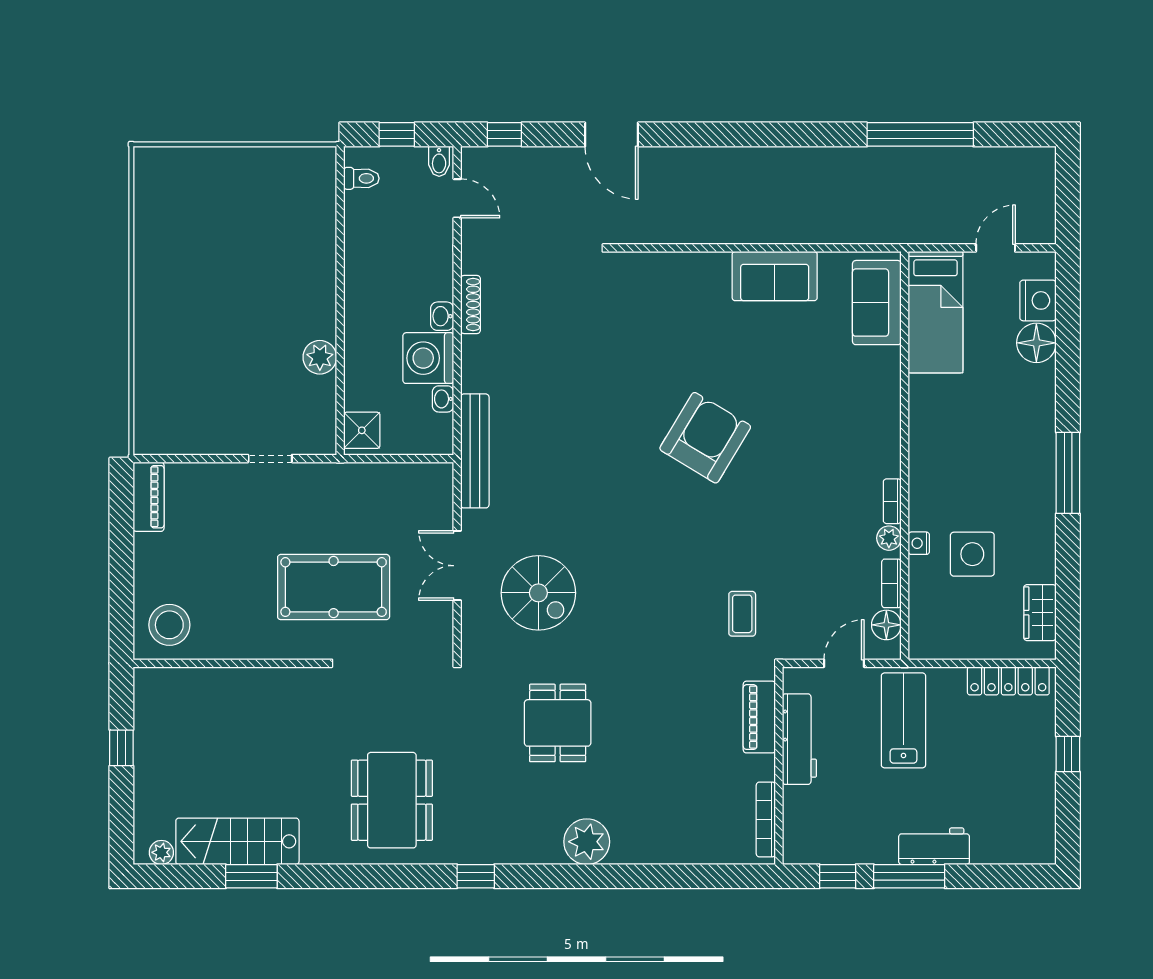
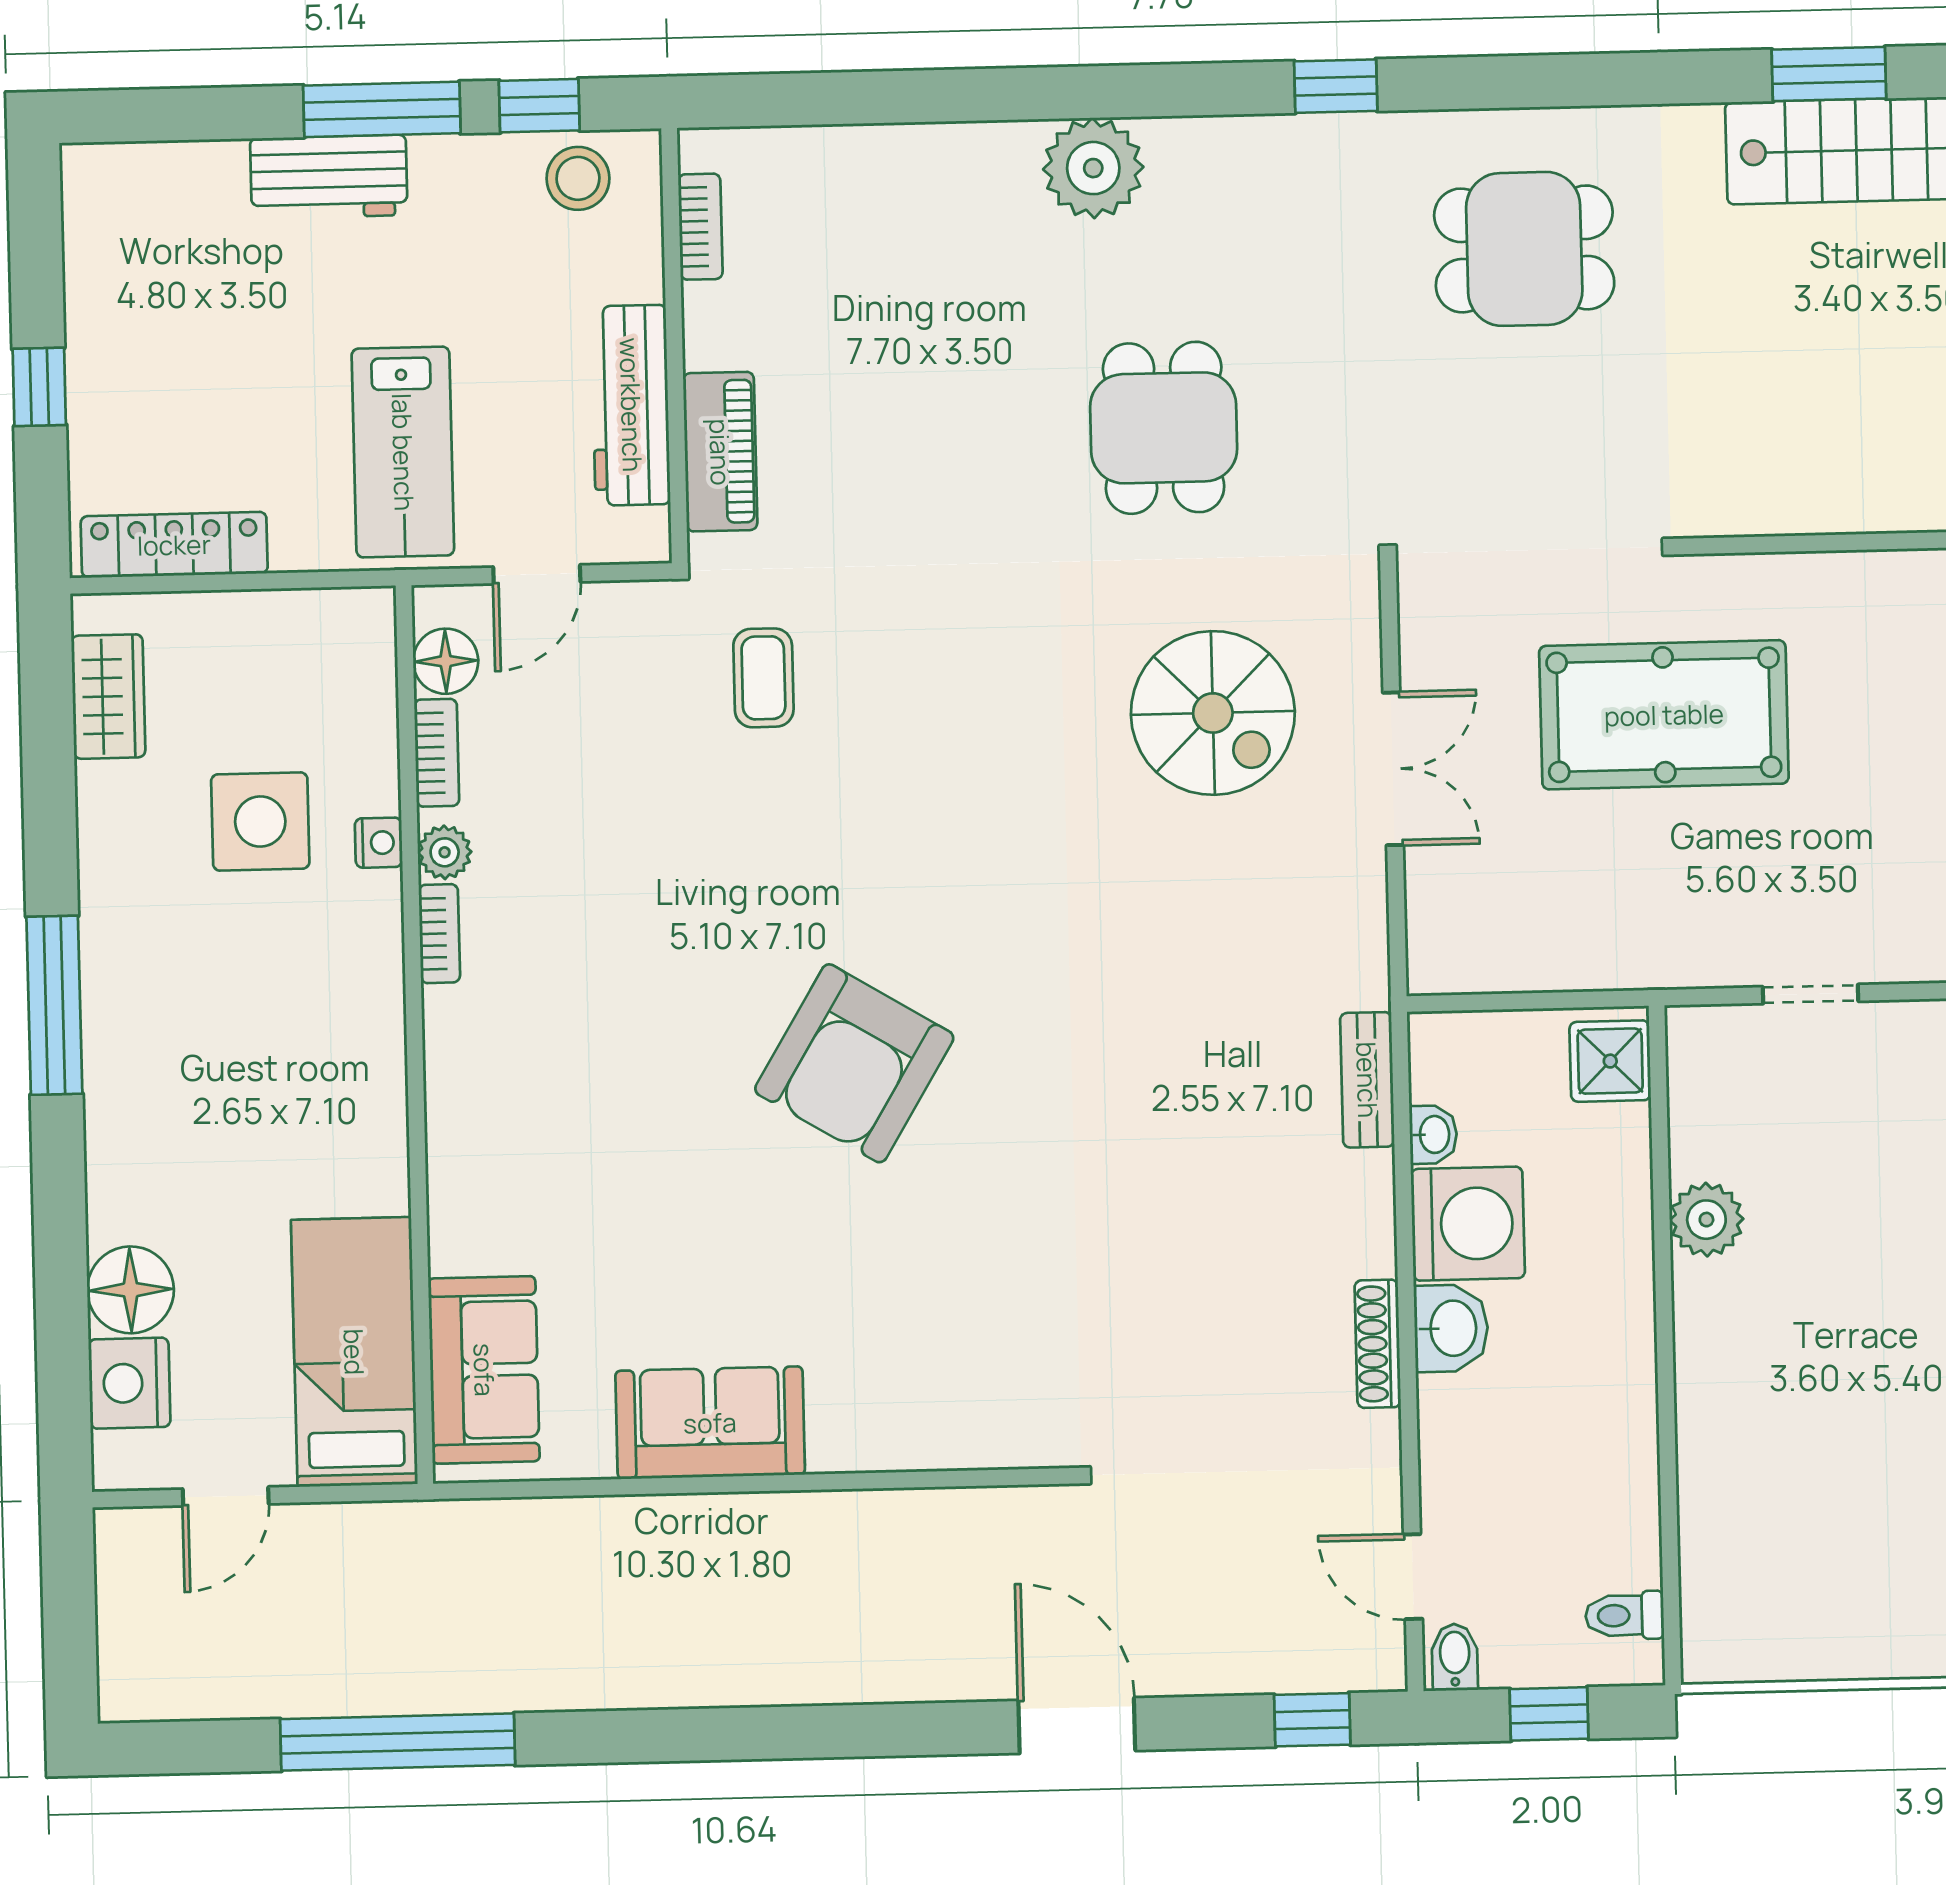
washbasin: (442, 316) -> (1451, 1328), width x1.38, depth x1.45
bench: (475, 451) -> (1367, 1080), width x0.54, depth x0.82
spiral stairs: (538, 593) -> (1213, 713), turned 180
dining table: (392, 800) -> (1524, 249), width x0.73
bookcase: (766, 819) -> (700, 227), width x0.64
stool: (821, 843) -> (578, 178), added

